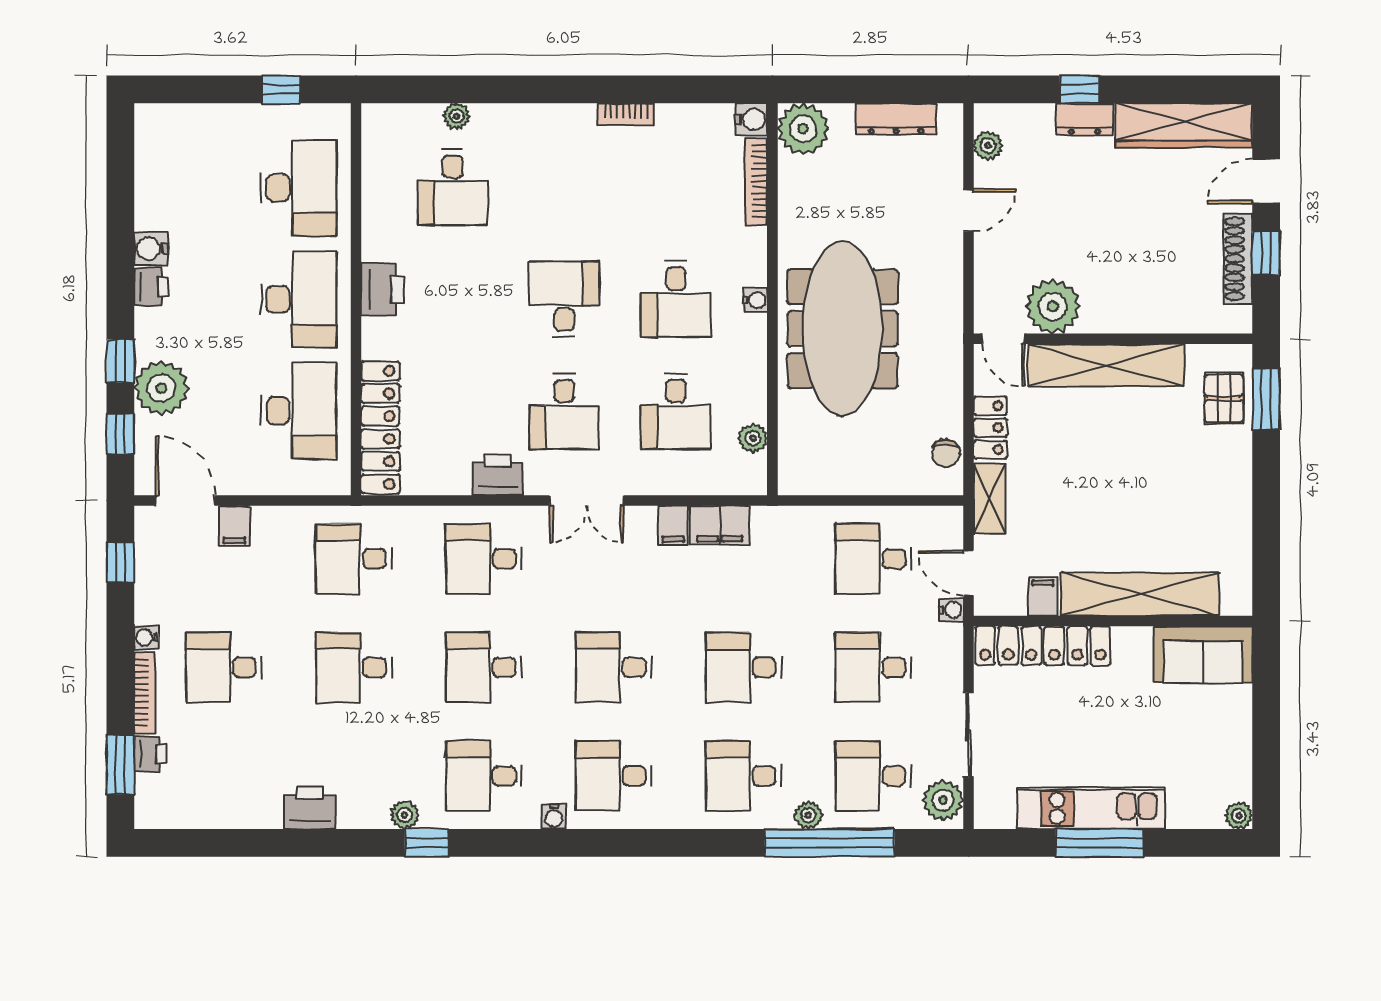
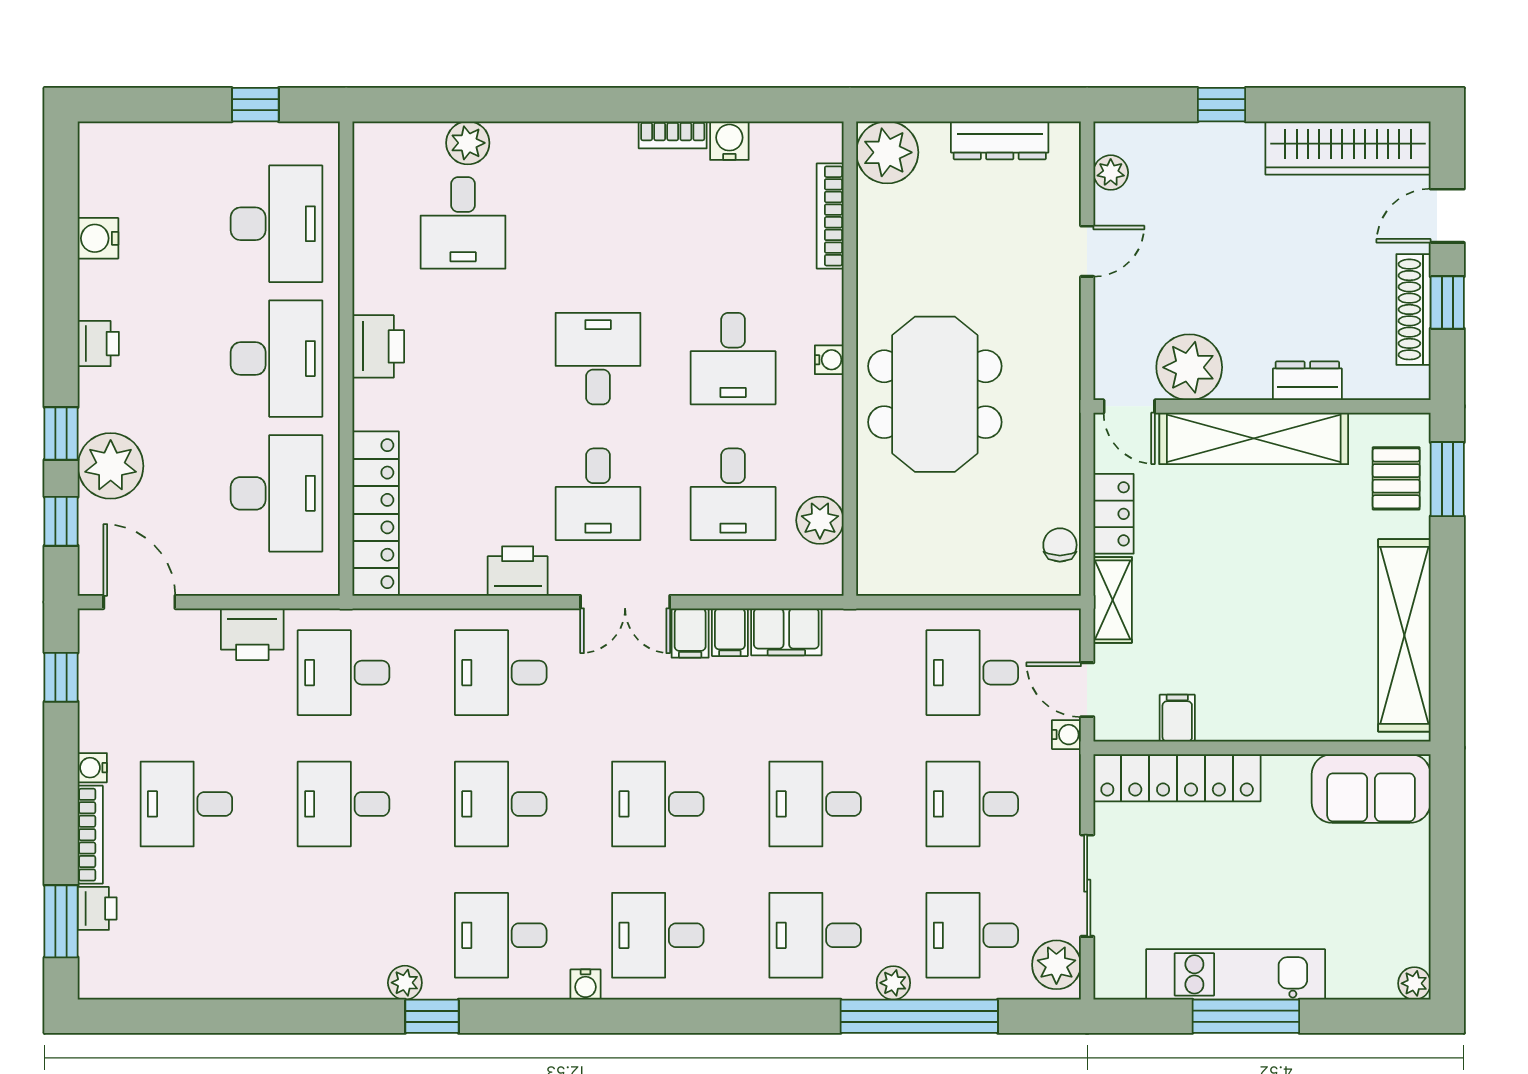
plant: (457, 116) -> (468, 143), width x1.38, depth x1.38
water cooler: (751, 119) -> (729, 141), moved, turned -90
dresser: (1085, 119) -> (1307, 381), moved, turned 180
water cooler: (151, 249) -> (98, 238), moved
meeting table: (843, 329) -> (935, 394), width x0.73
plant: (753, 438) -> (820, 520), width x1.38, depth x1.38
chair: (946, 453) -> (1060, 545), turned 180
filing cabinet: (234, 526) -> (690, 633), moved
shelving: (1140, 594) -> (1404, 635), moved, turned 90
printer: (310, 808) -> (252, 634), moved, turned 180

